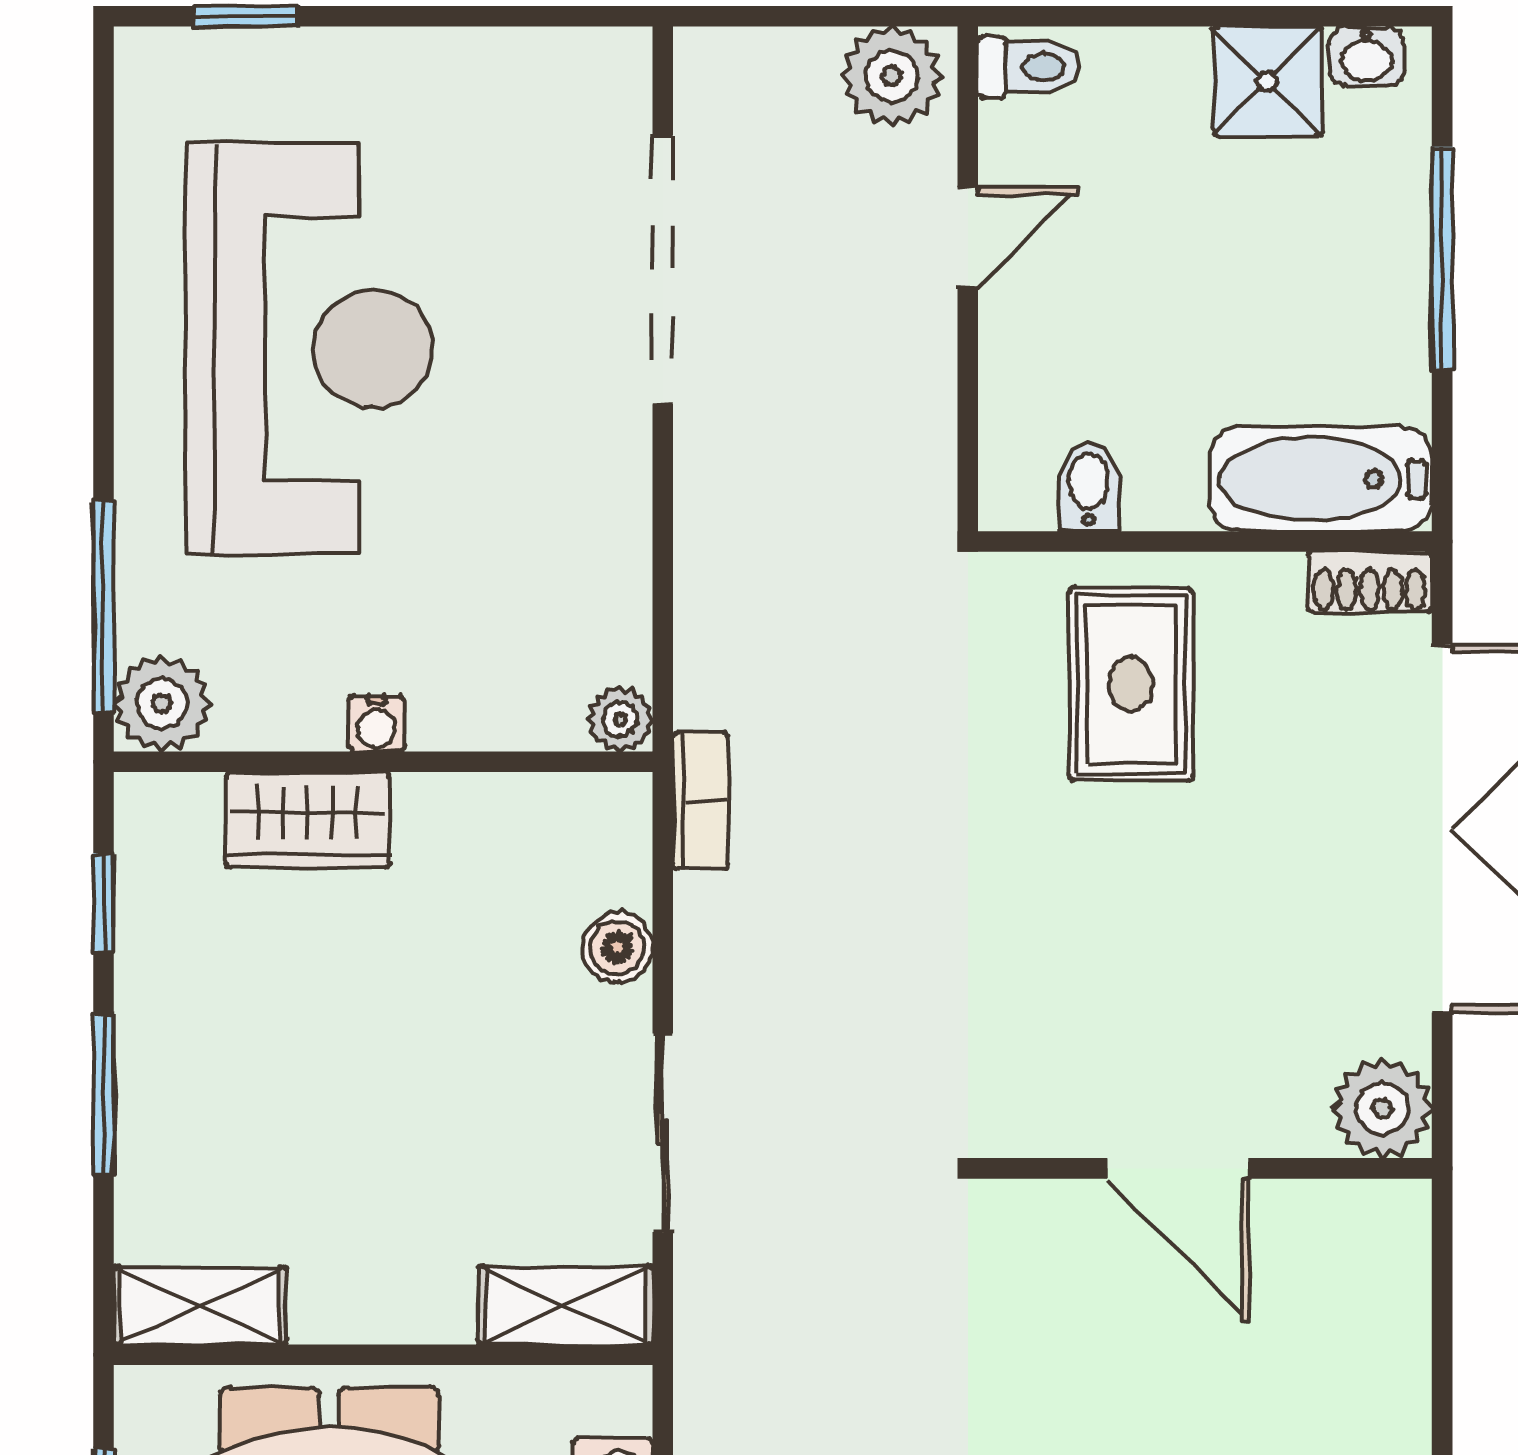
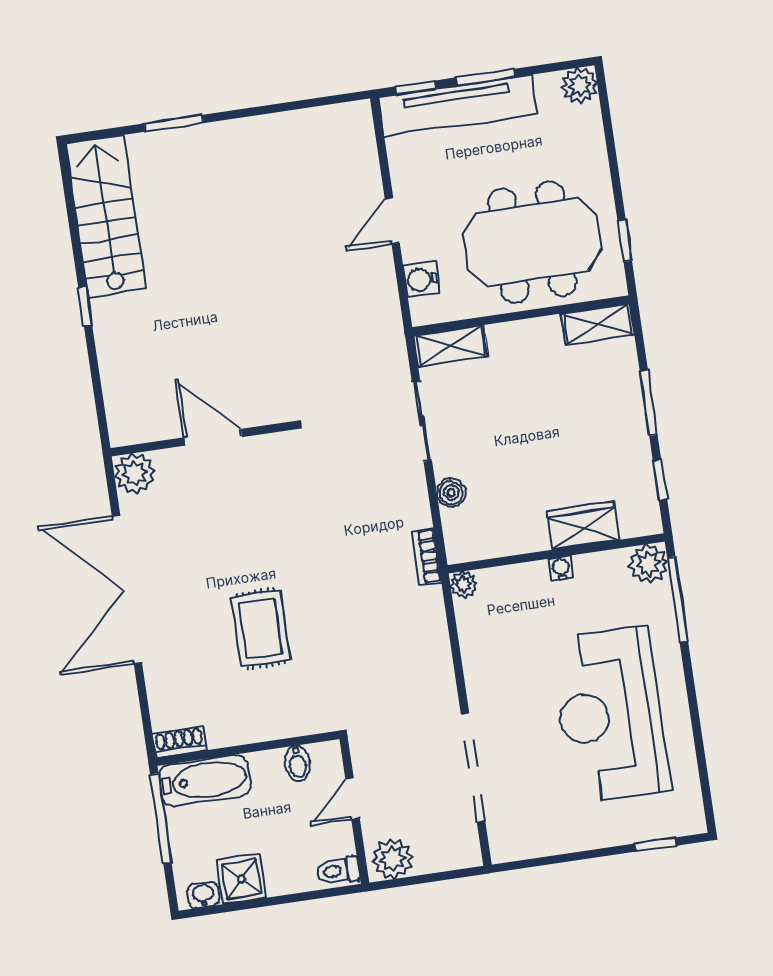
bathtub: (1321, 479) -> (205, 780), moved
bidet: (1089, 487) -> (298, 763), moved
wall: (1205, 541) -> (248, 748), moved
shoe rack: (1370, 582) -> (179, 742), moved

